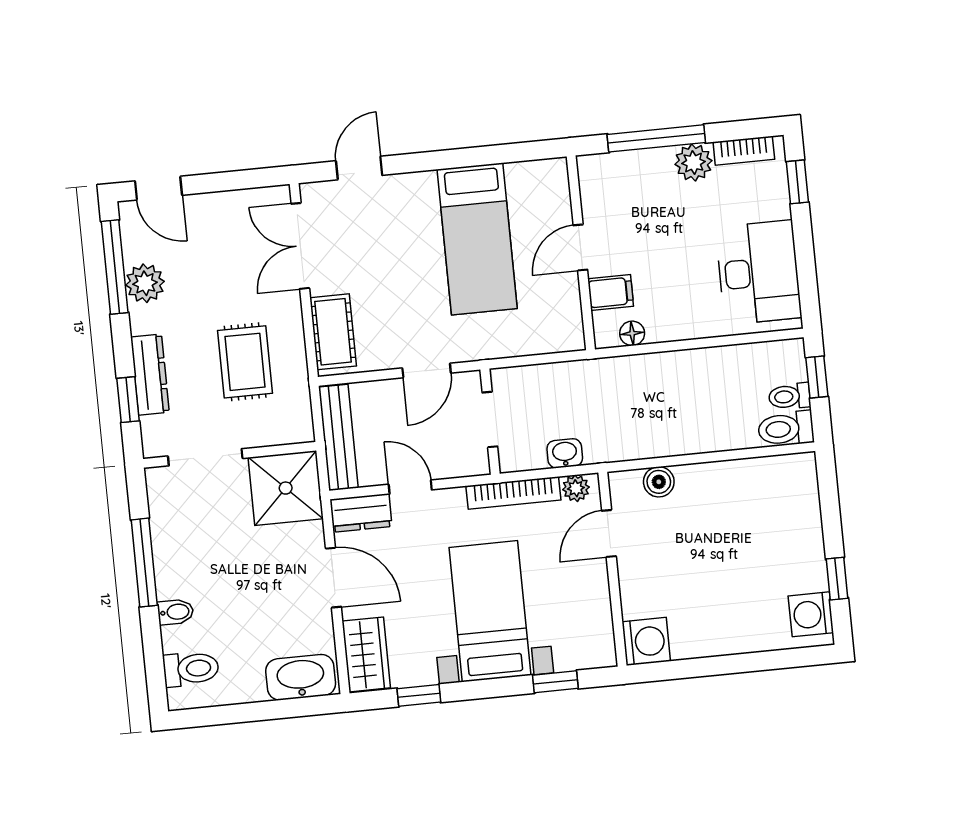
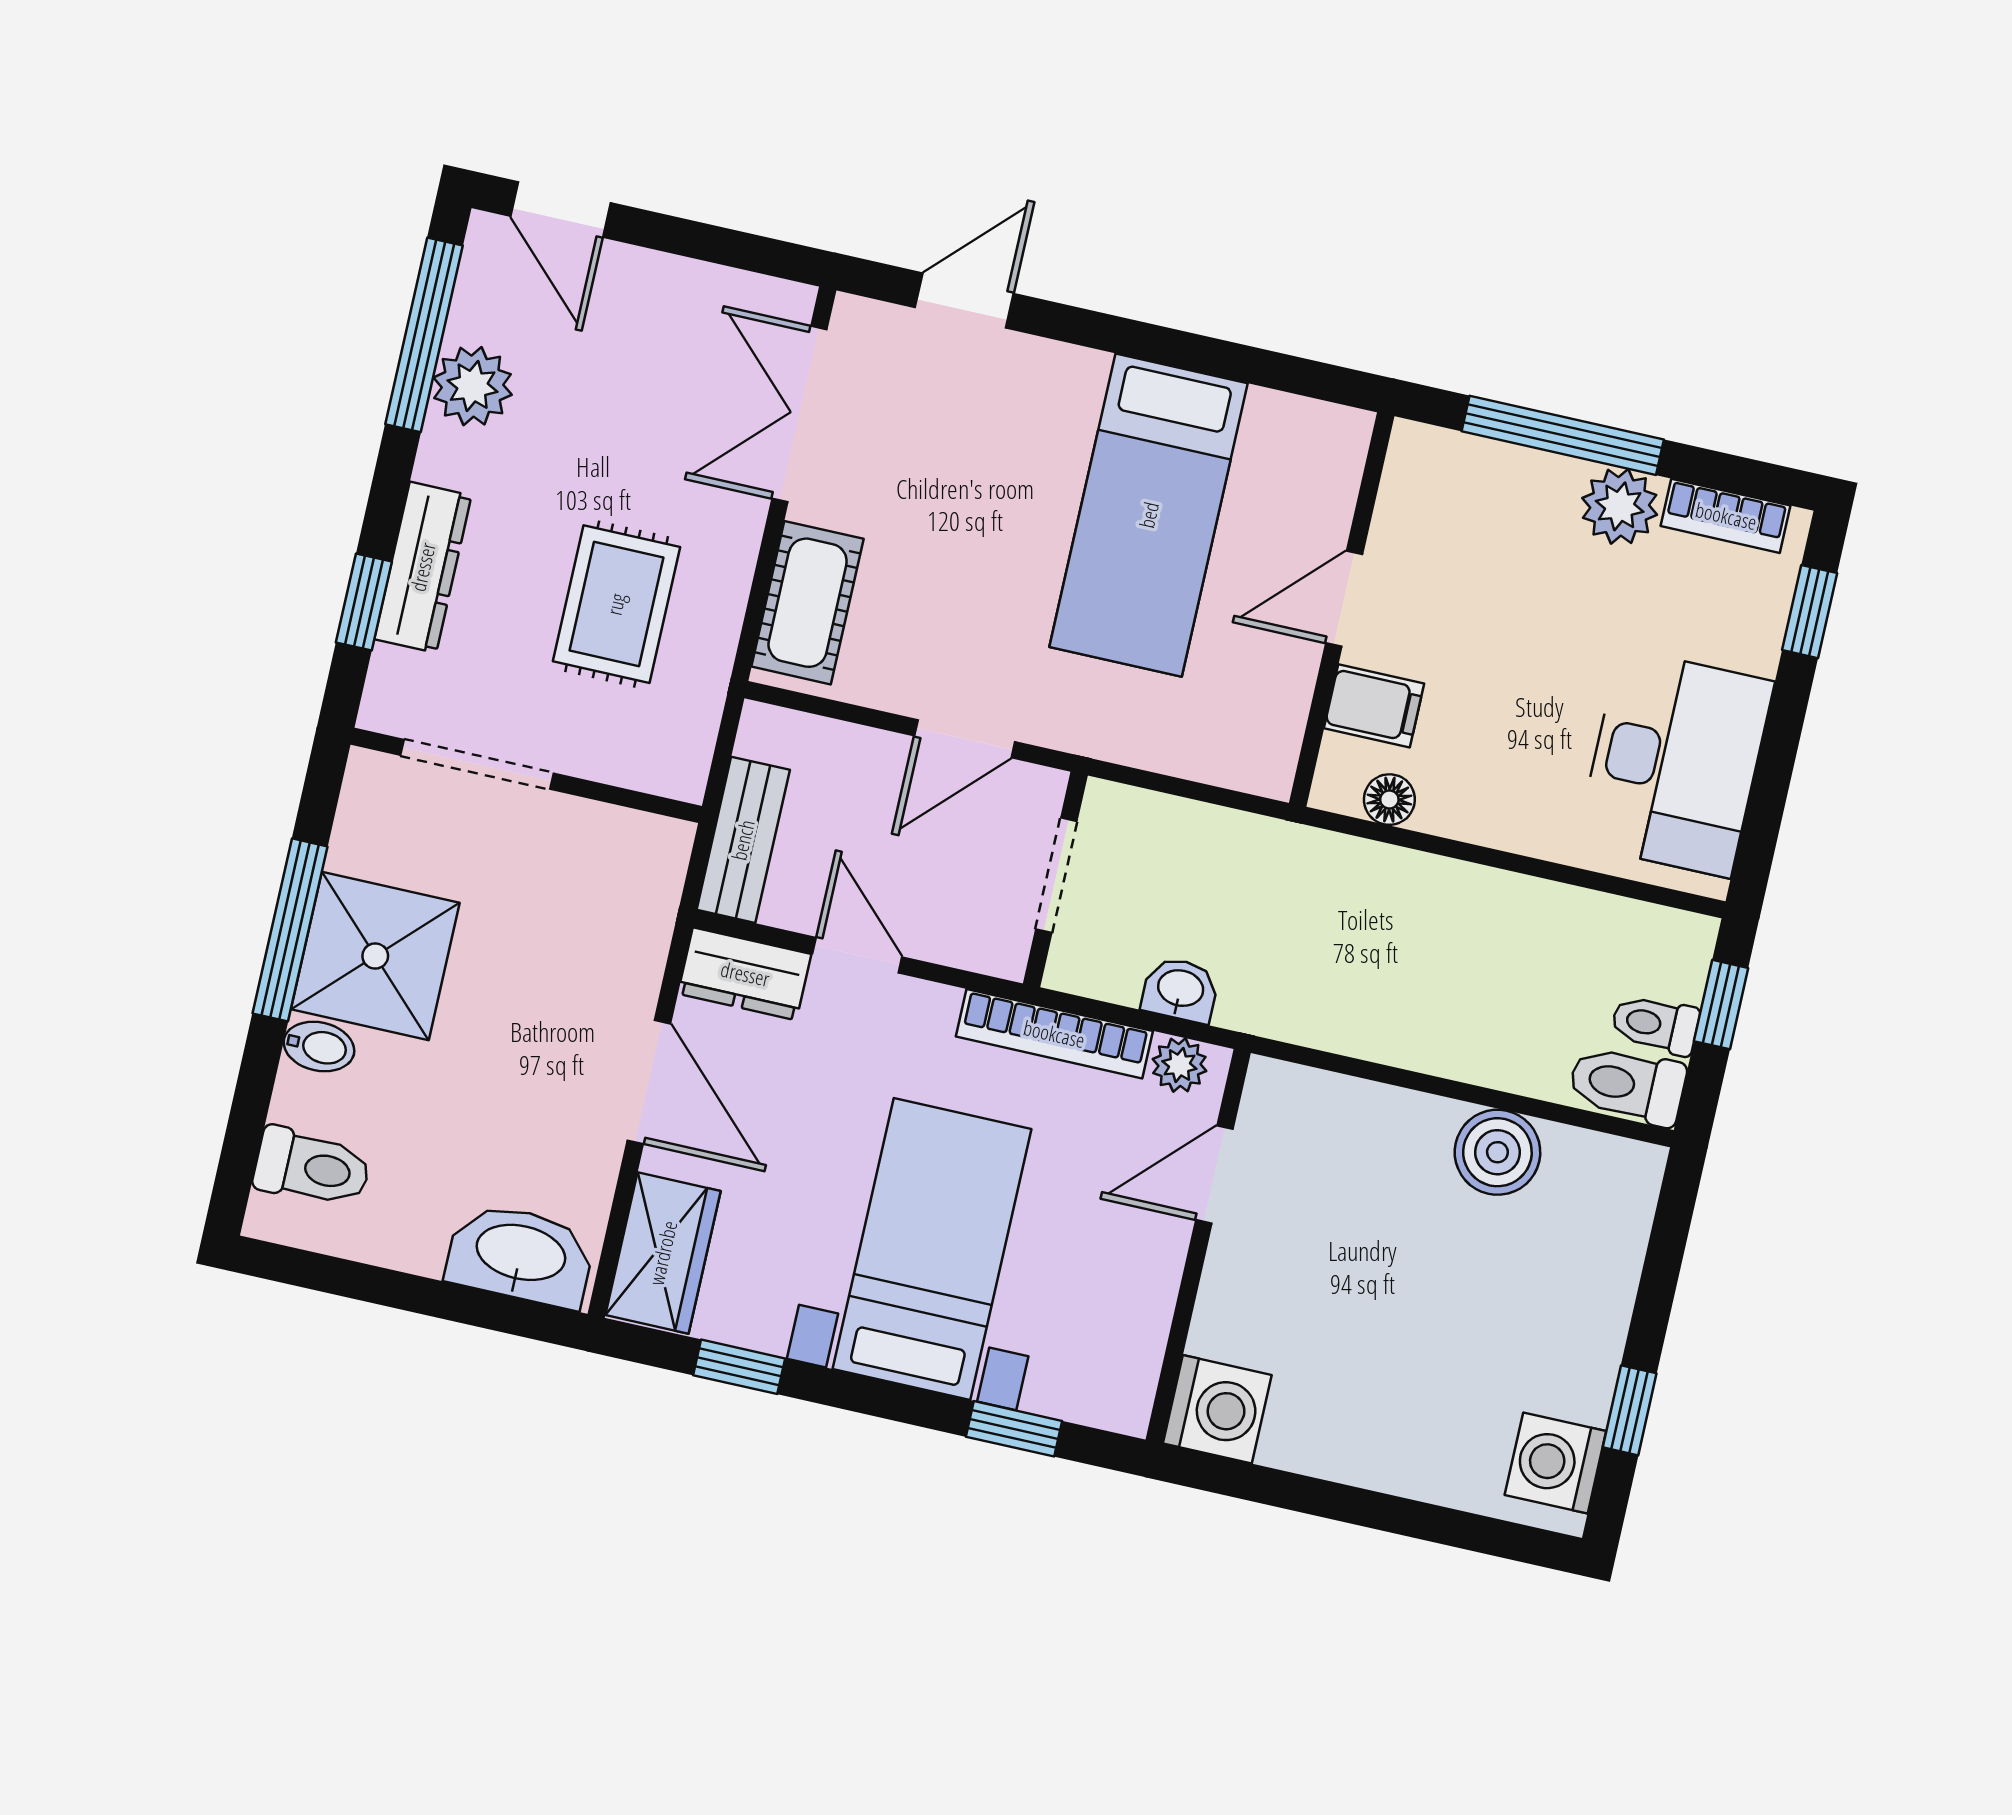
bench: (338, 437) -> (743, 840), width x0.73
boiler: (659, 482) -> (1497, 1152), moved, width x1.36, depth x1.36
shower: (286, 488) -> (375, 956), moved

